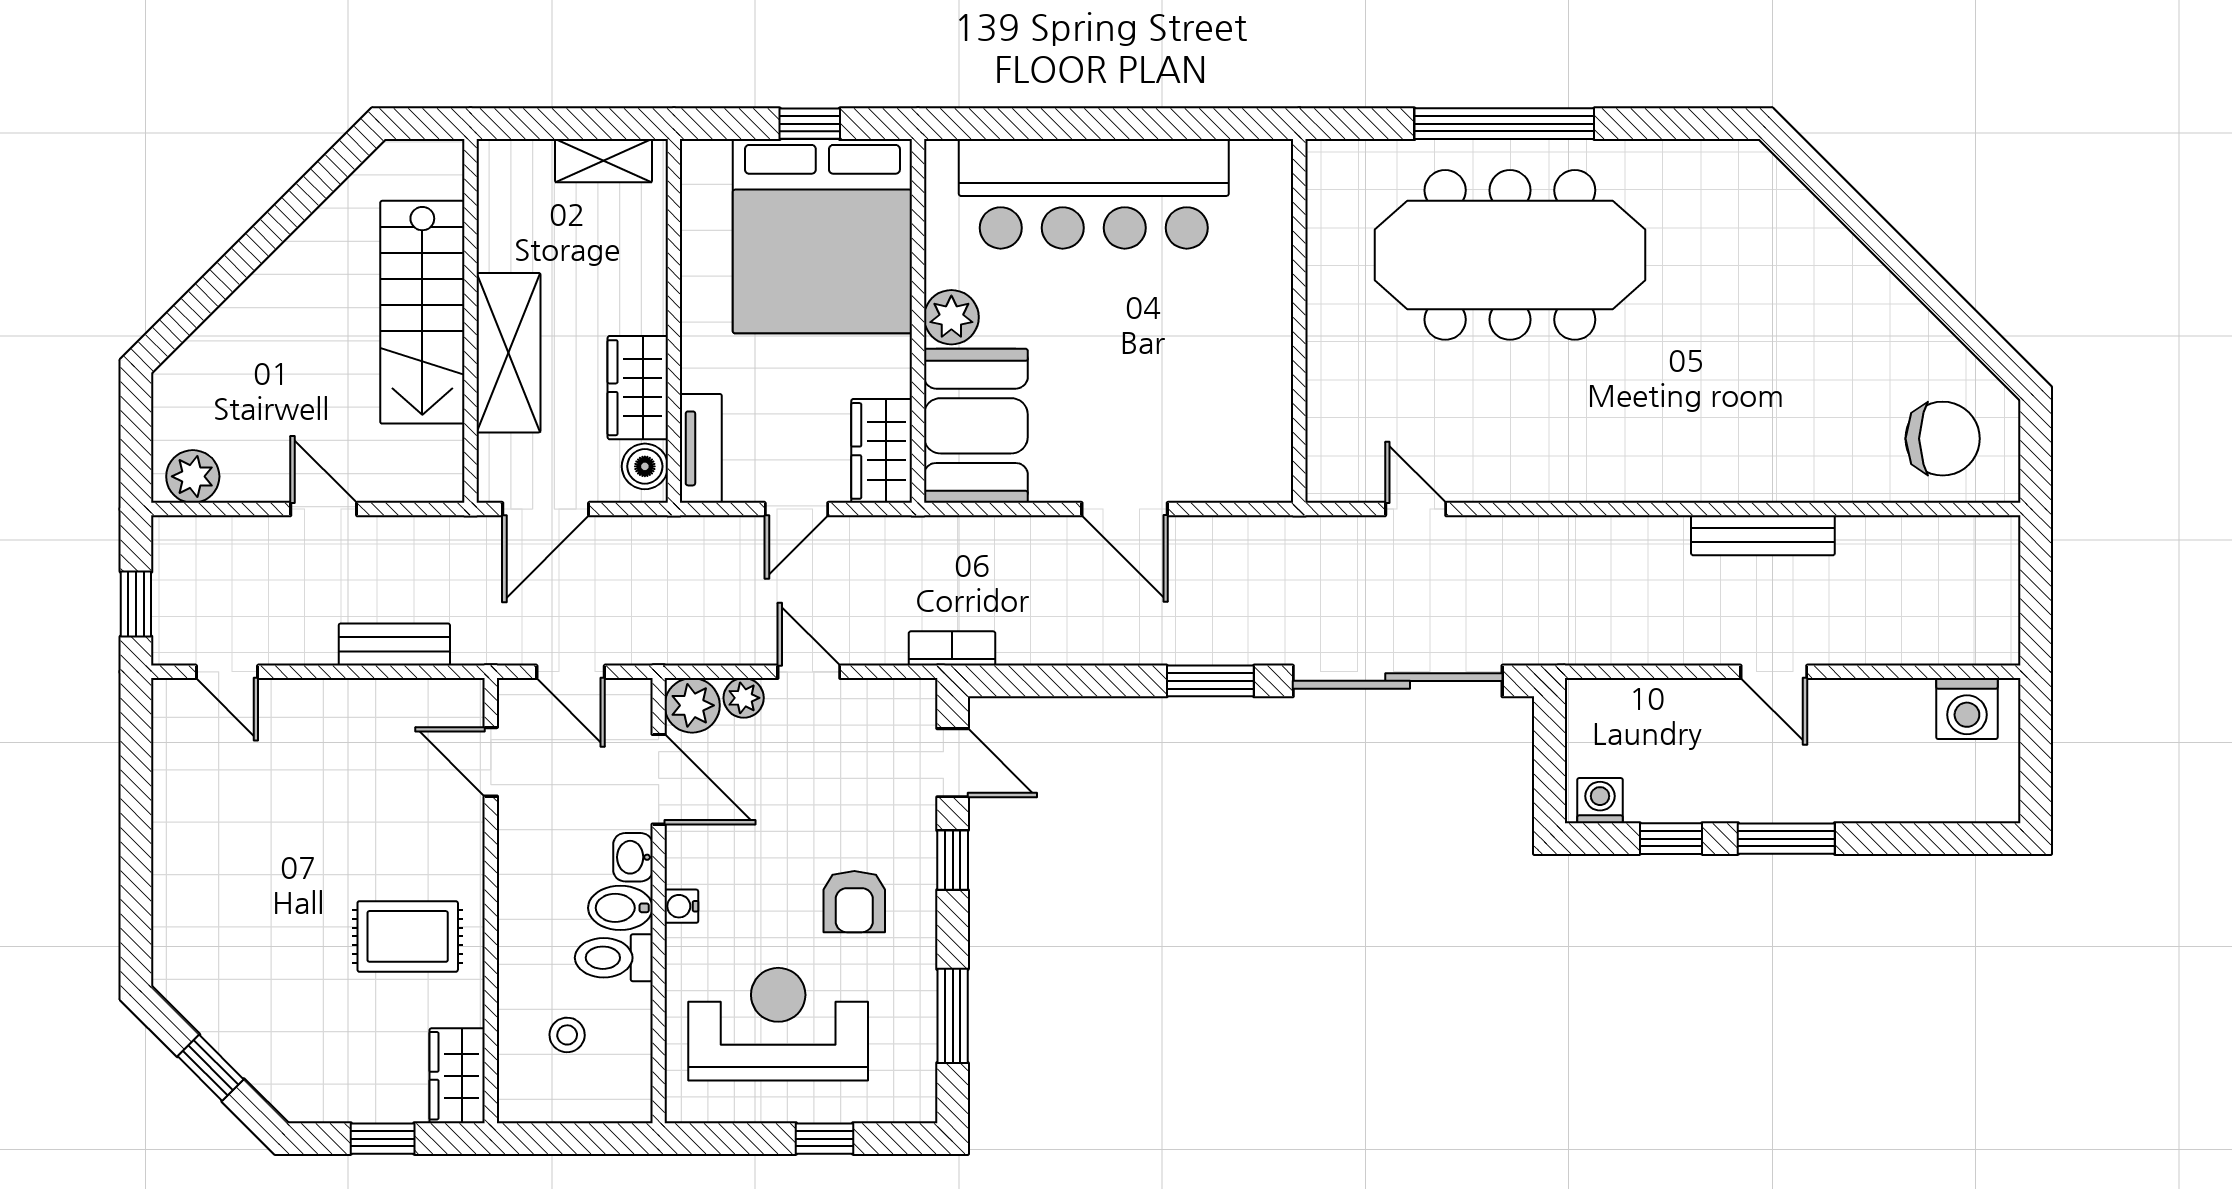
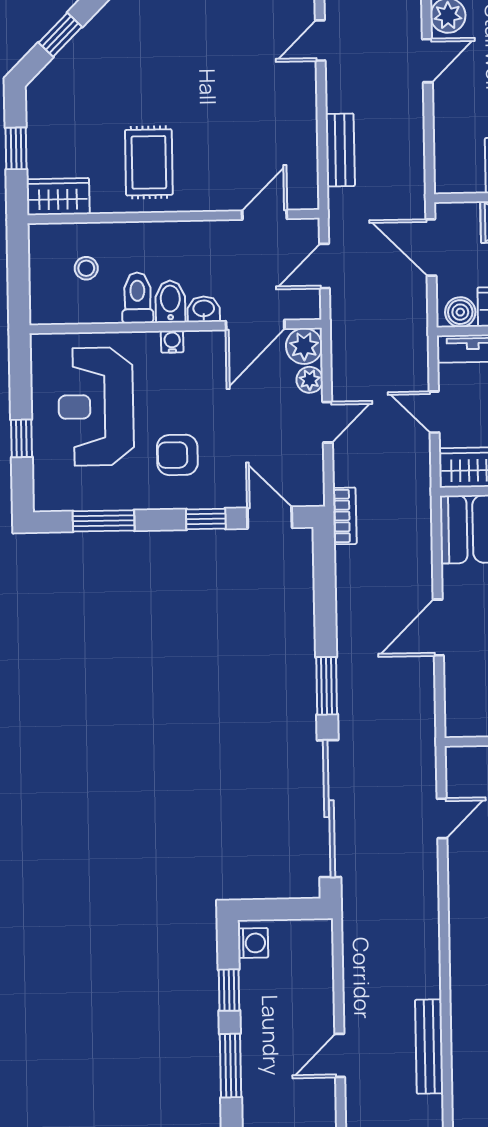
door: (324, 509) -> (427, 61), moved
door: (953, 763) -> (270, 518), swing flipped
reception desk: (778, 1024) -> (96, 407), turned 180

